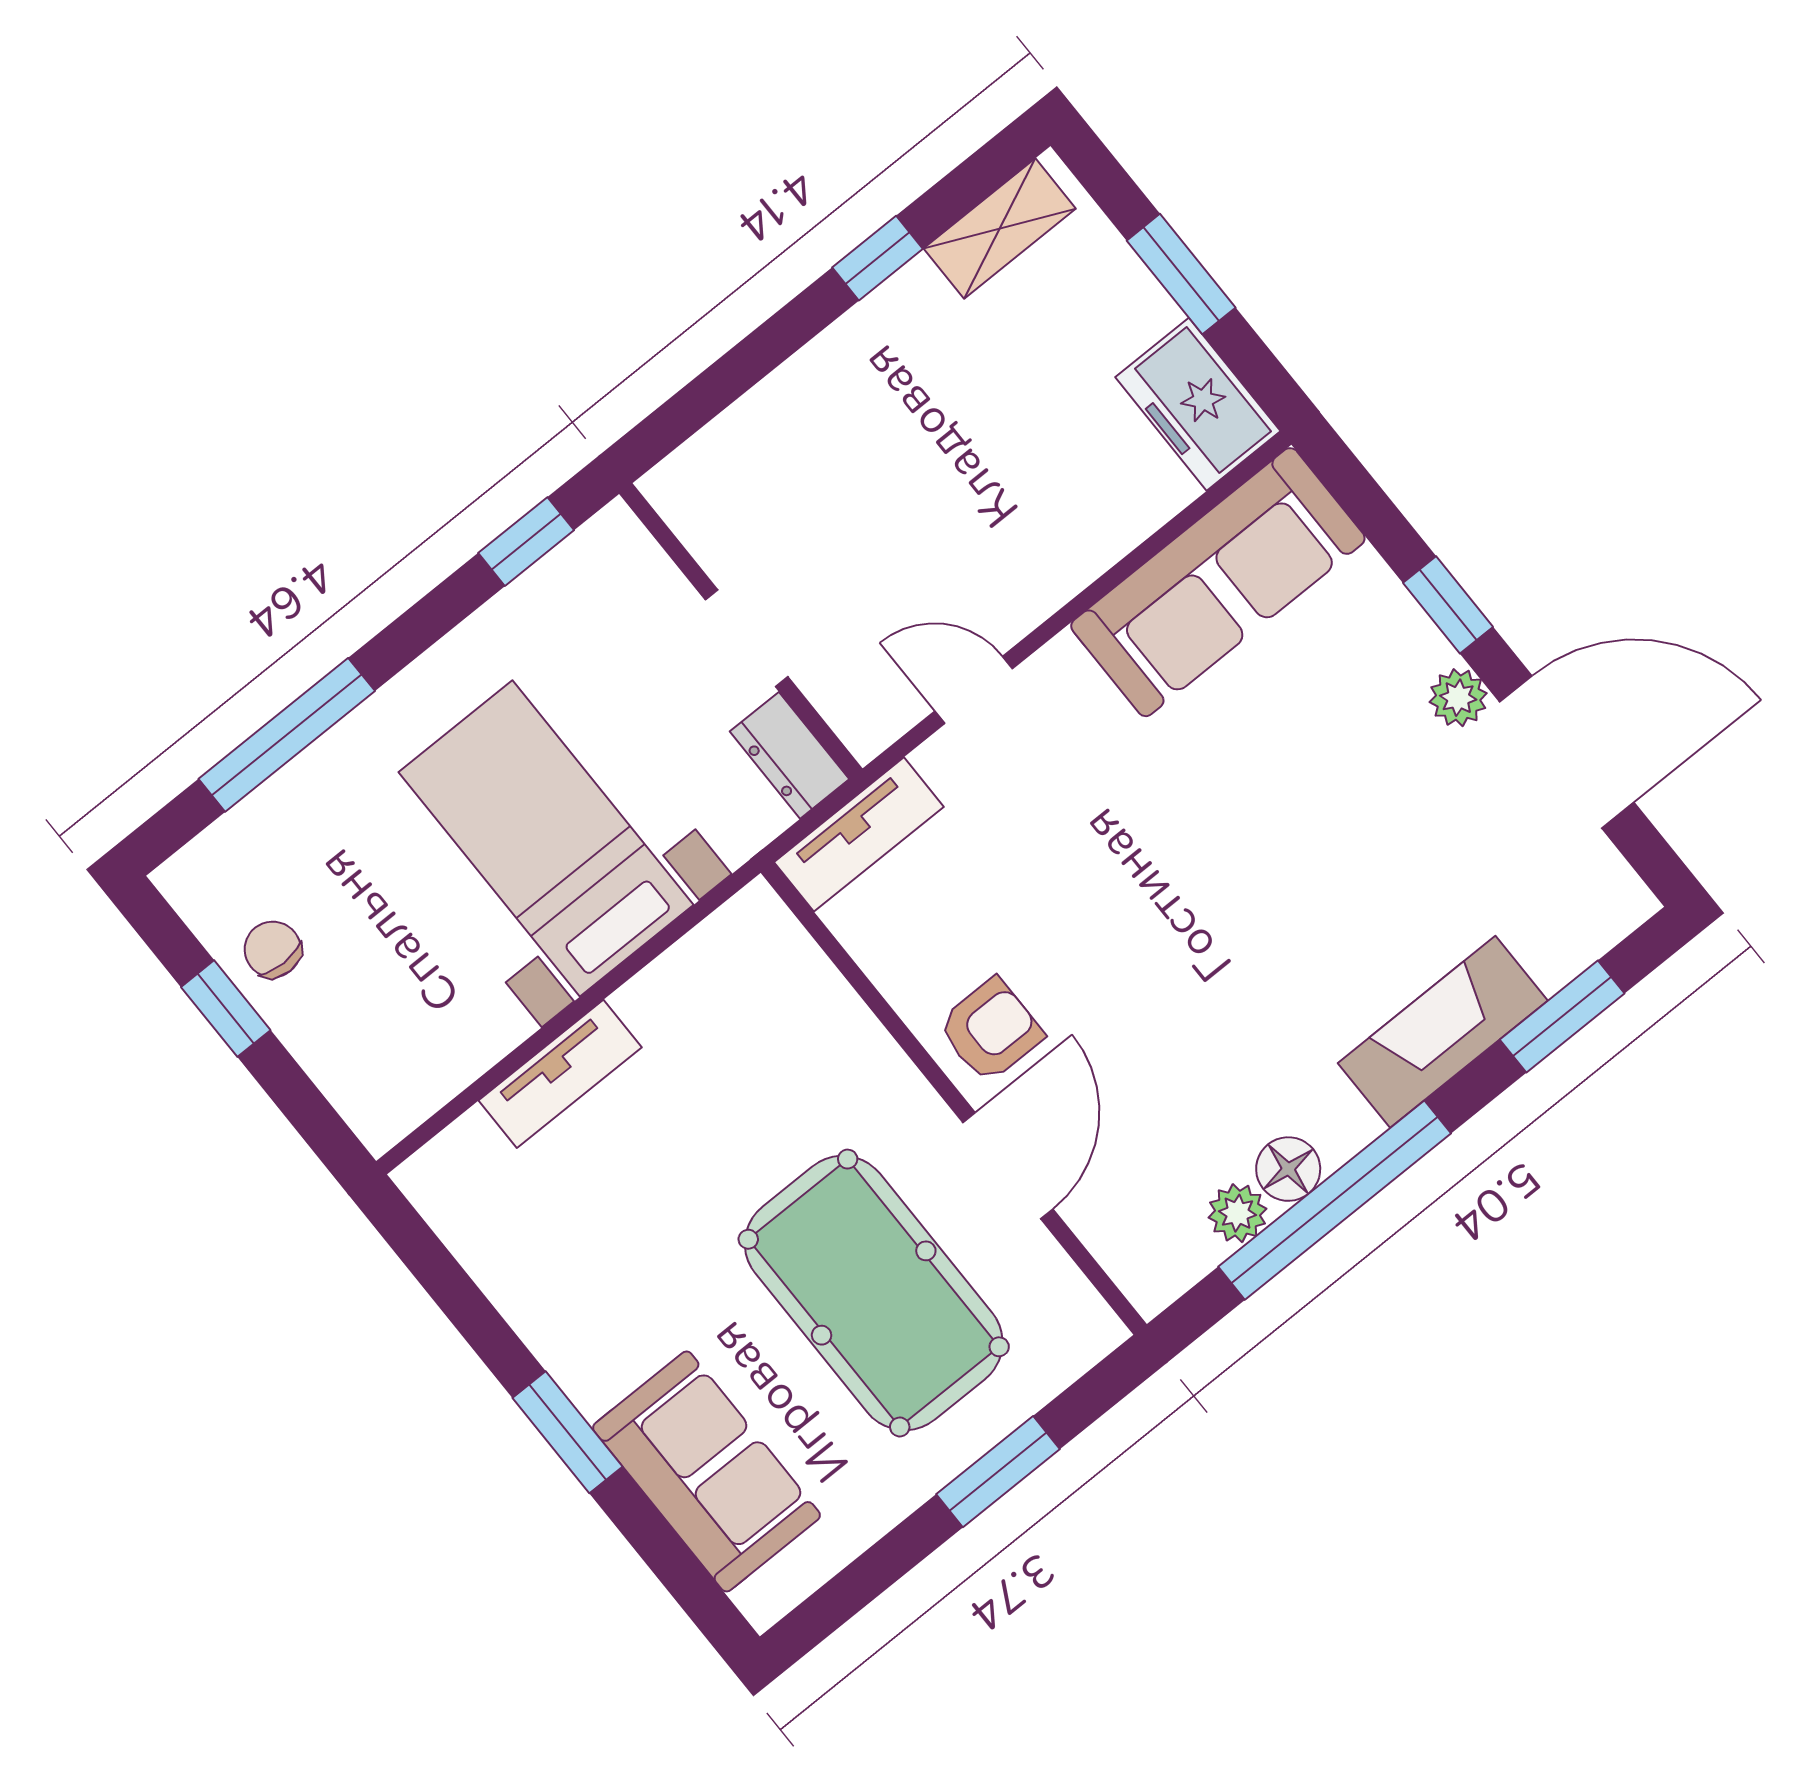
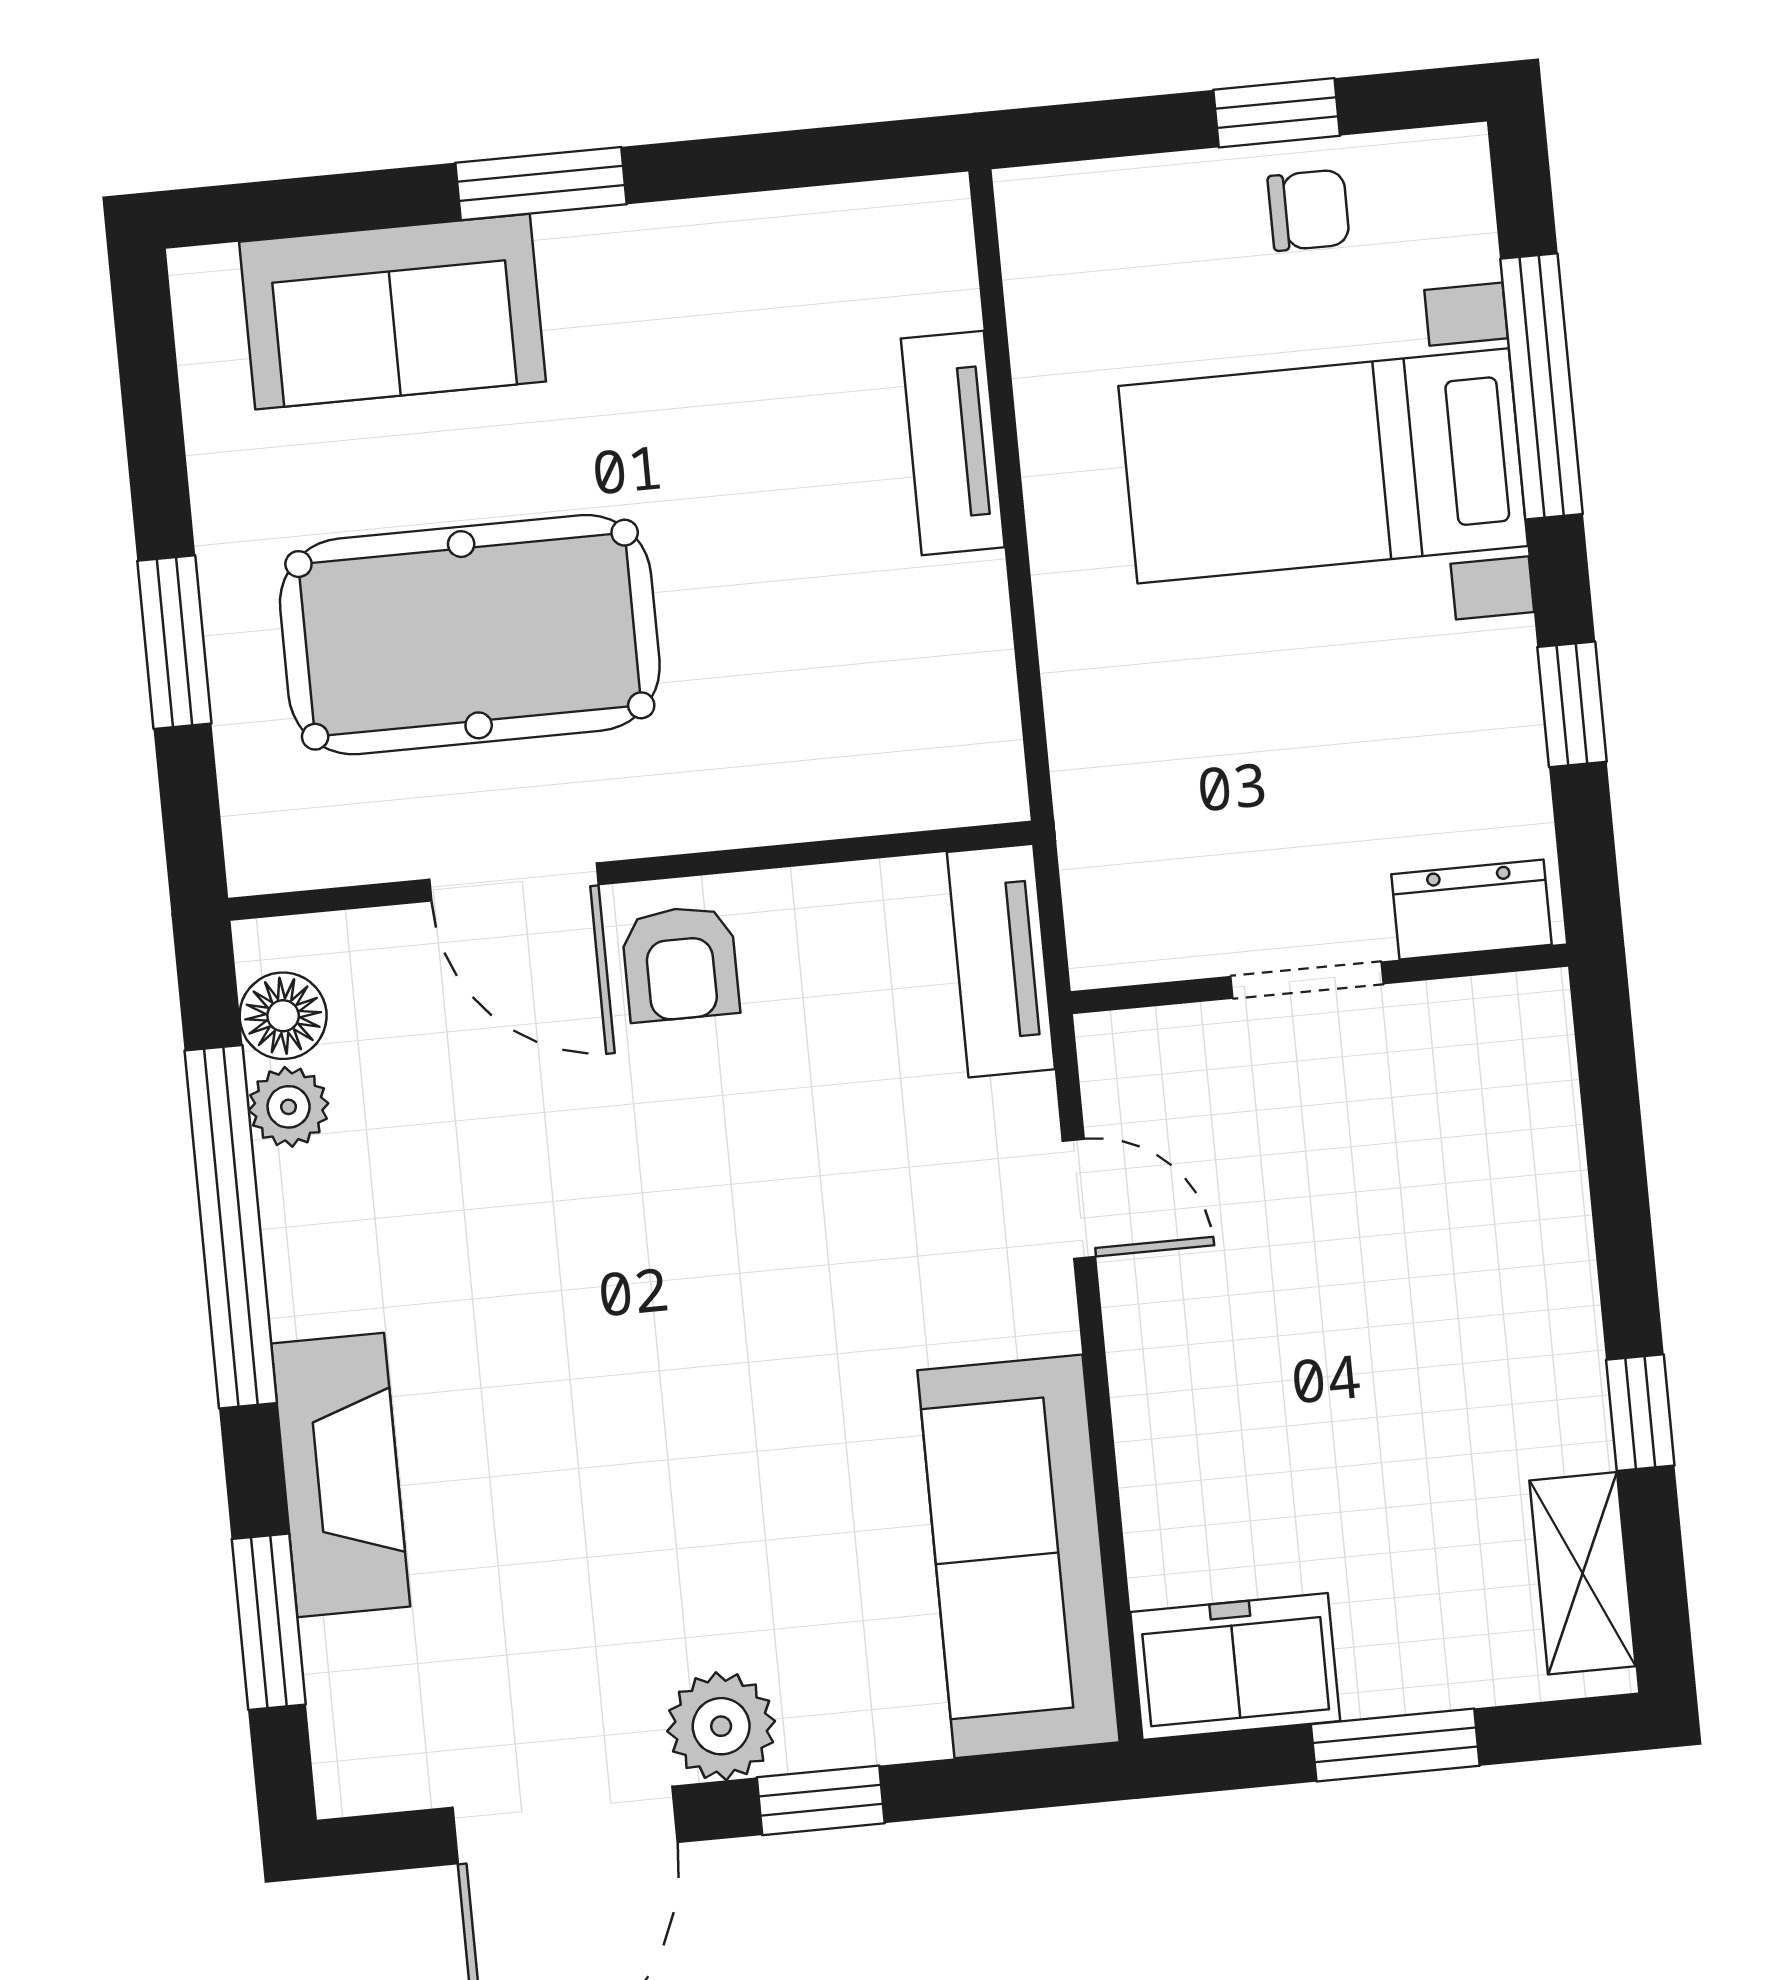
window: (526, 542) -> (1572, 704), moved
door: (974, 690) -> (1079, 1199), hinge flipped
plant: (1458, 698) -> (721, 1726), width x1.38, depth x1.38
dresser: (790, 755) -> (1471, 910), moved
bed with nightstands: (546, 838) -> (1323, 466), moved, turned 180
floor lamp: (1288, 1169) -> (283, 1016), moved

